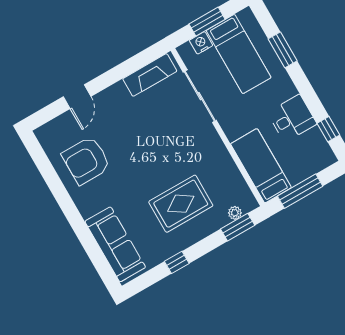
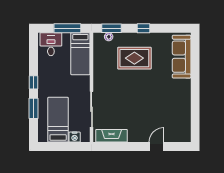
window: (207, 22) -> (65, 146), removed
desk: (292, 118) -> (51, 44), moved, turned 90
window: (328, 129) -> (33, 82), moved
armchair: (86, 160) -> (171, 110), removed
window: (177, 262) -> (143, 28), moved

